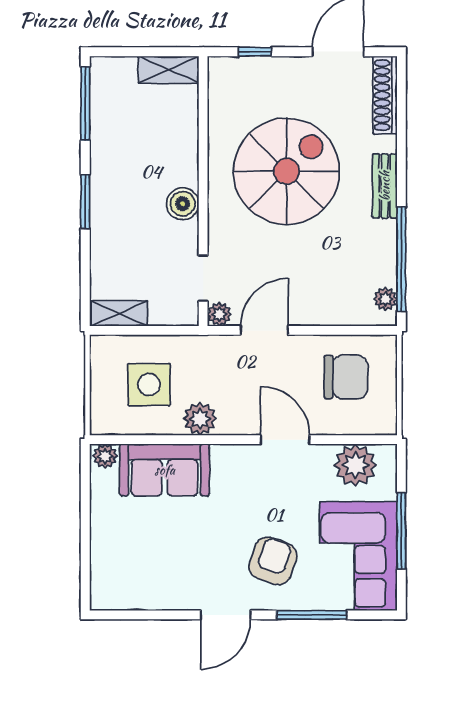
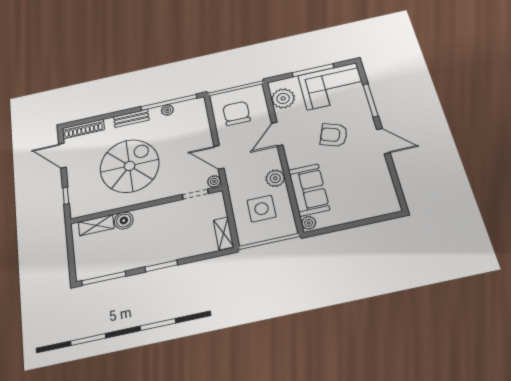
shelving: (168, 70) -> (96, 225), moved, turned 90
spiral stairs: (287, 171) -> (130, 166), turned 90
boiler: (183, 204) -> (124, 221), moved
plant: (385, 299) -> (167, 110), moved
armchair: (273, 561) -> (334, 135), moved

